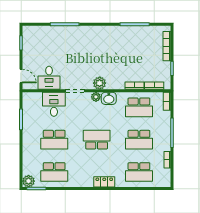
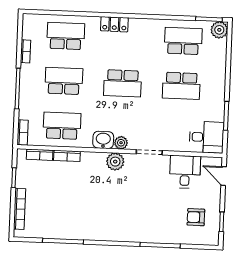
armchair: (40, 46) -> (196, 217), added
desk: (54, 104) -> (206, 137), moved, turned -90
school desk: (54, 140) -> (181, 86), turned 180

